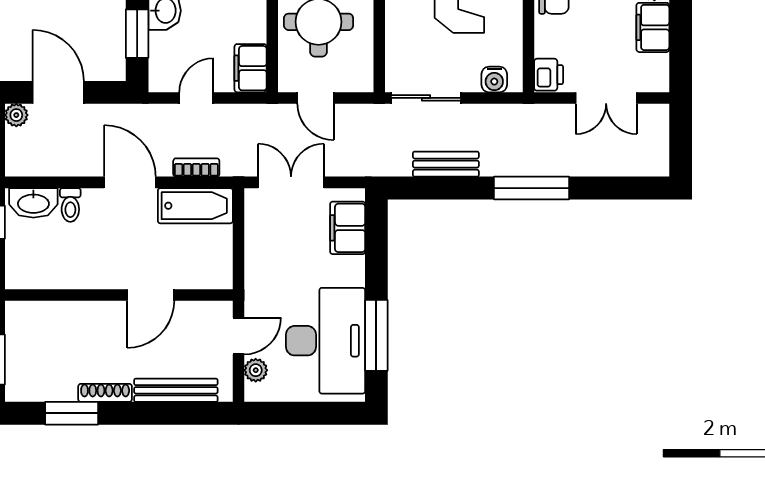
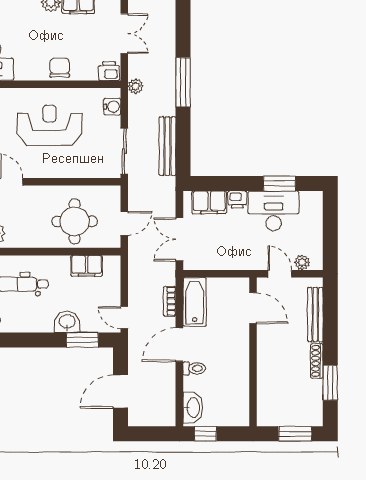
filing cabinet: (251, 68) -> (87, 266), moved
door: (196, 98) -> (124, 318), moved
plant: (16, 115) -> (135, 86), moved
bench: (446, 164) -> (167, 146), width x1.36
toilet: (70, 205) -> (194, 368), moved
printer: (352, 271) -> (237, 200), added
door: (151, 295) -> (253, 308), moved
window: (376, 335) -> (279, 184), width x0.69
desk: (326, 341) -> (274, 211), width x0.73, depth x0.77

